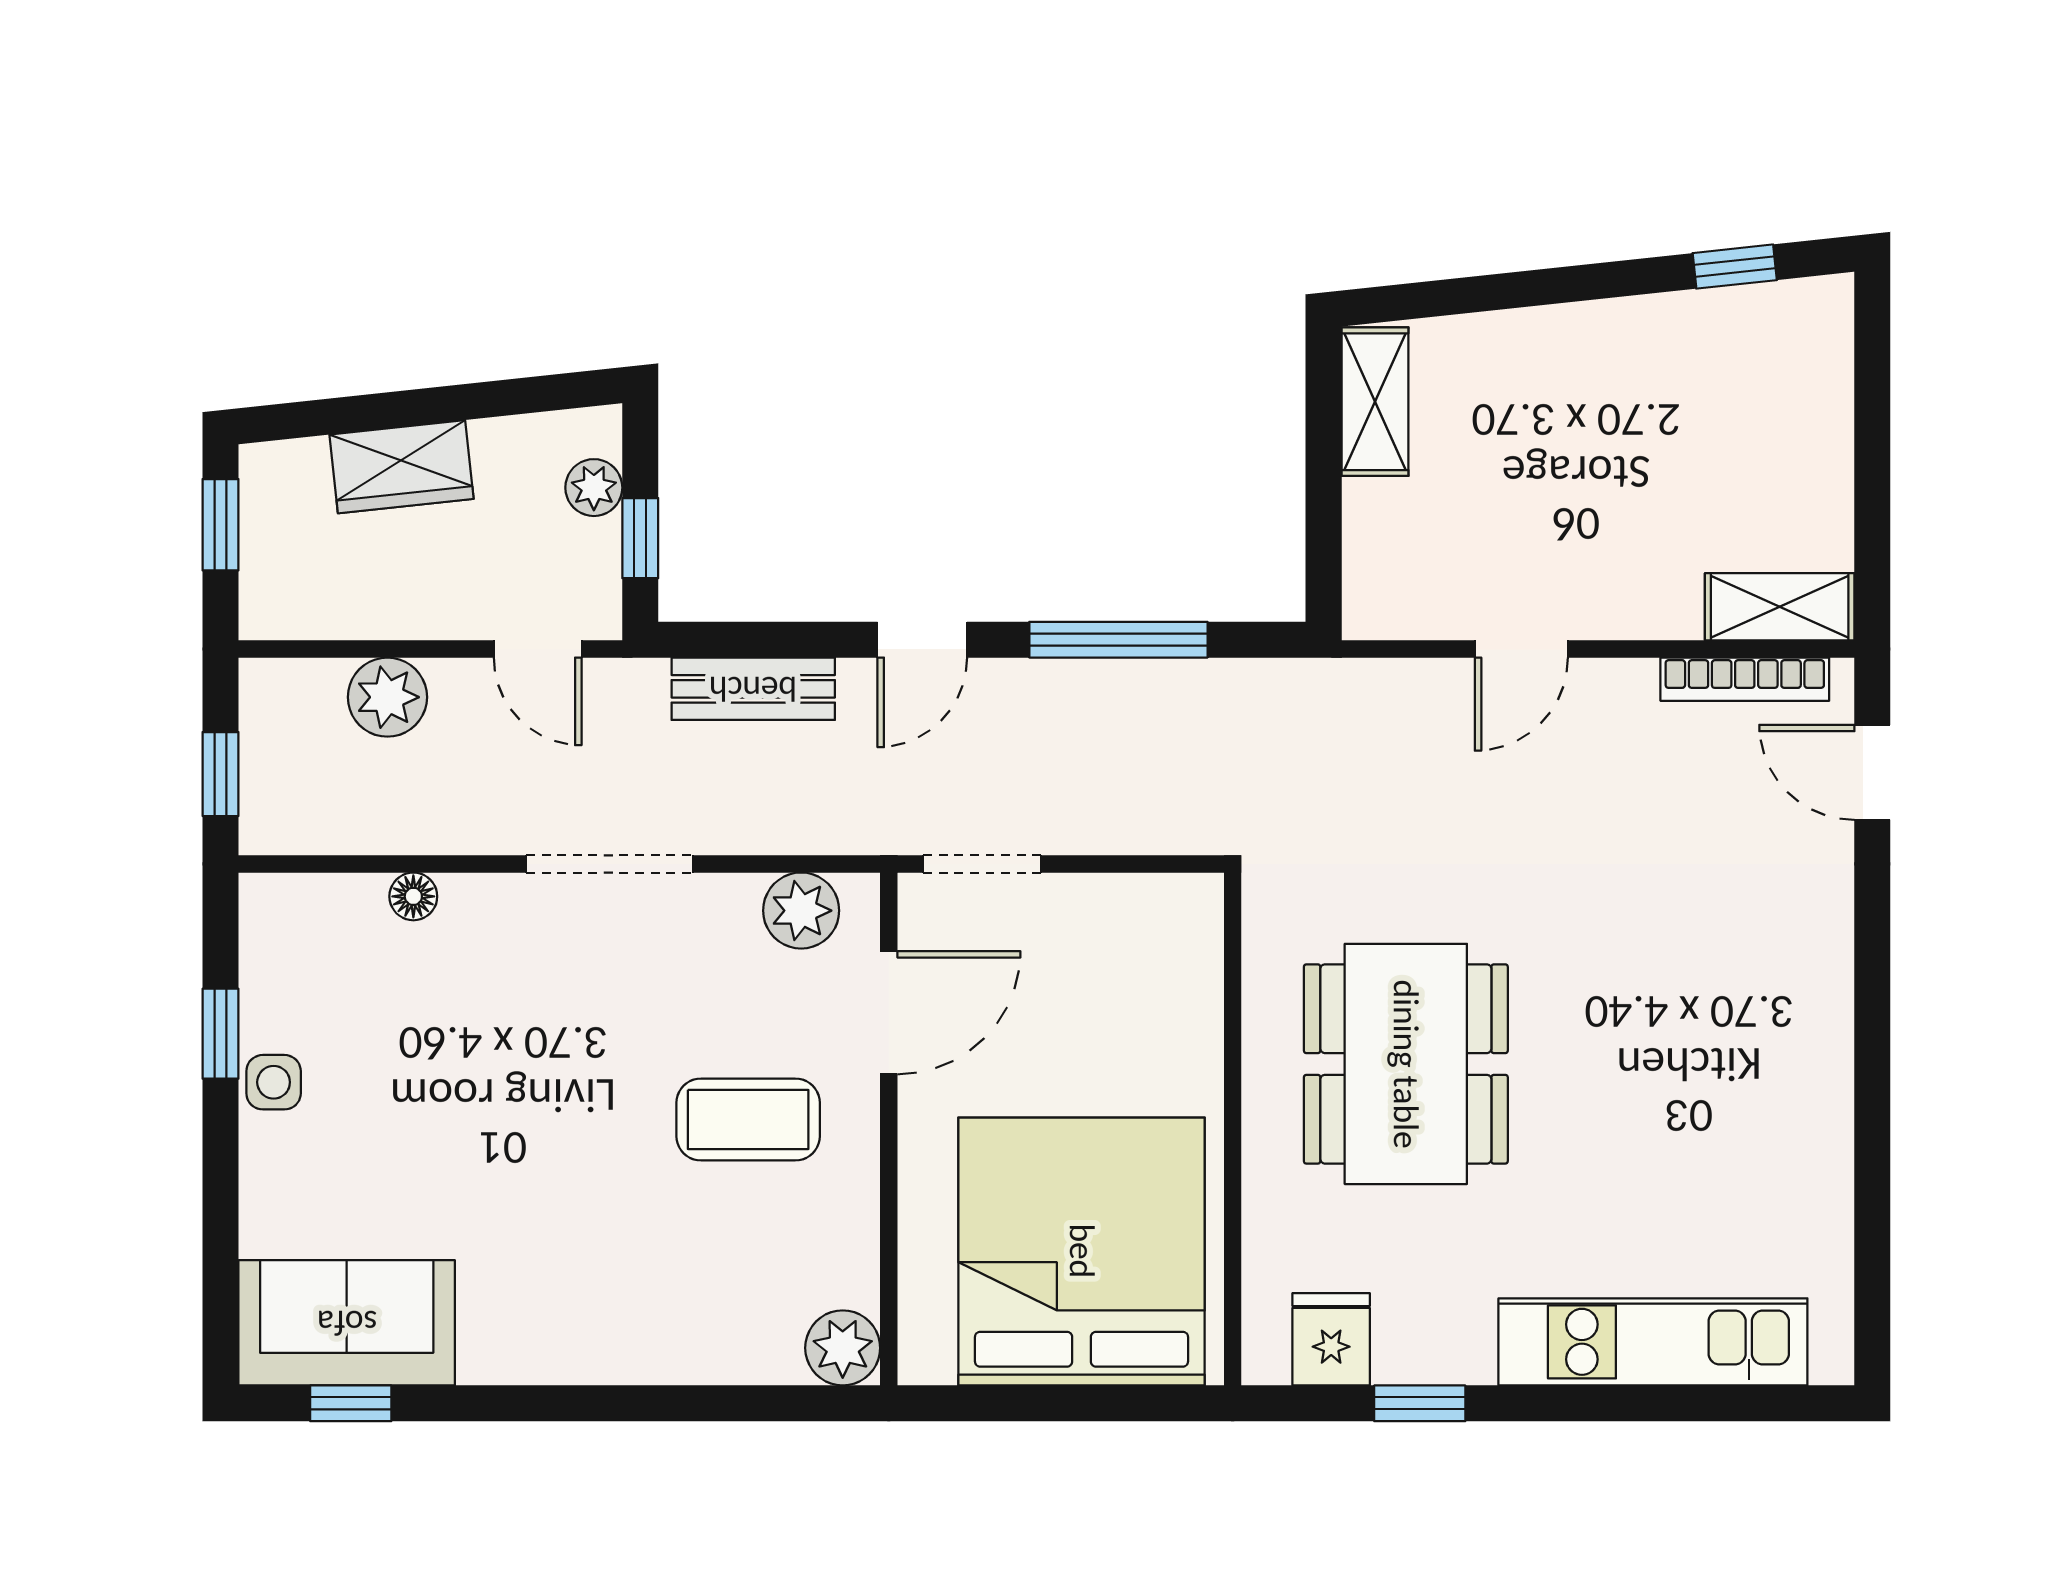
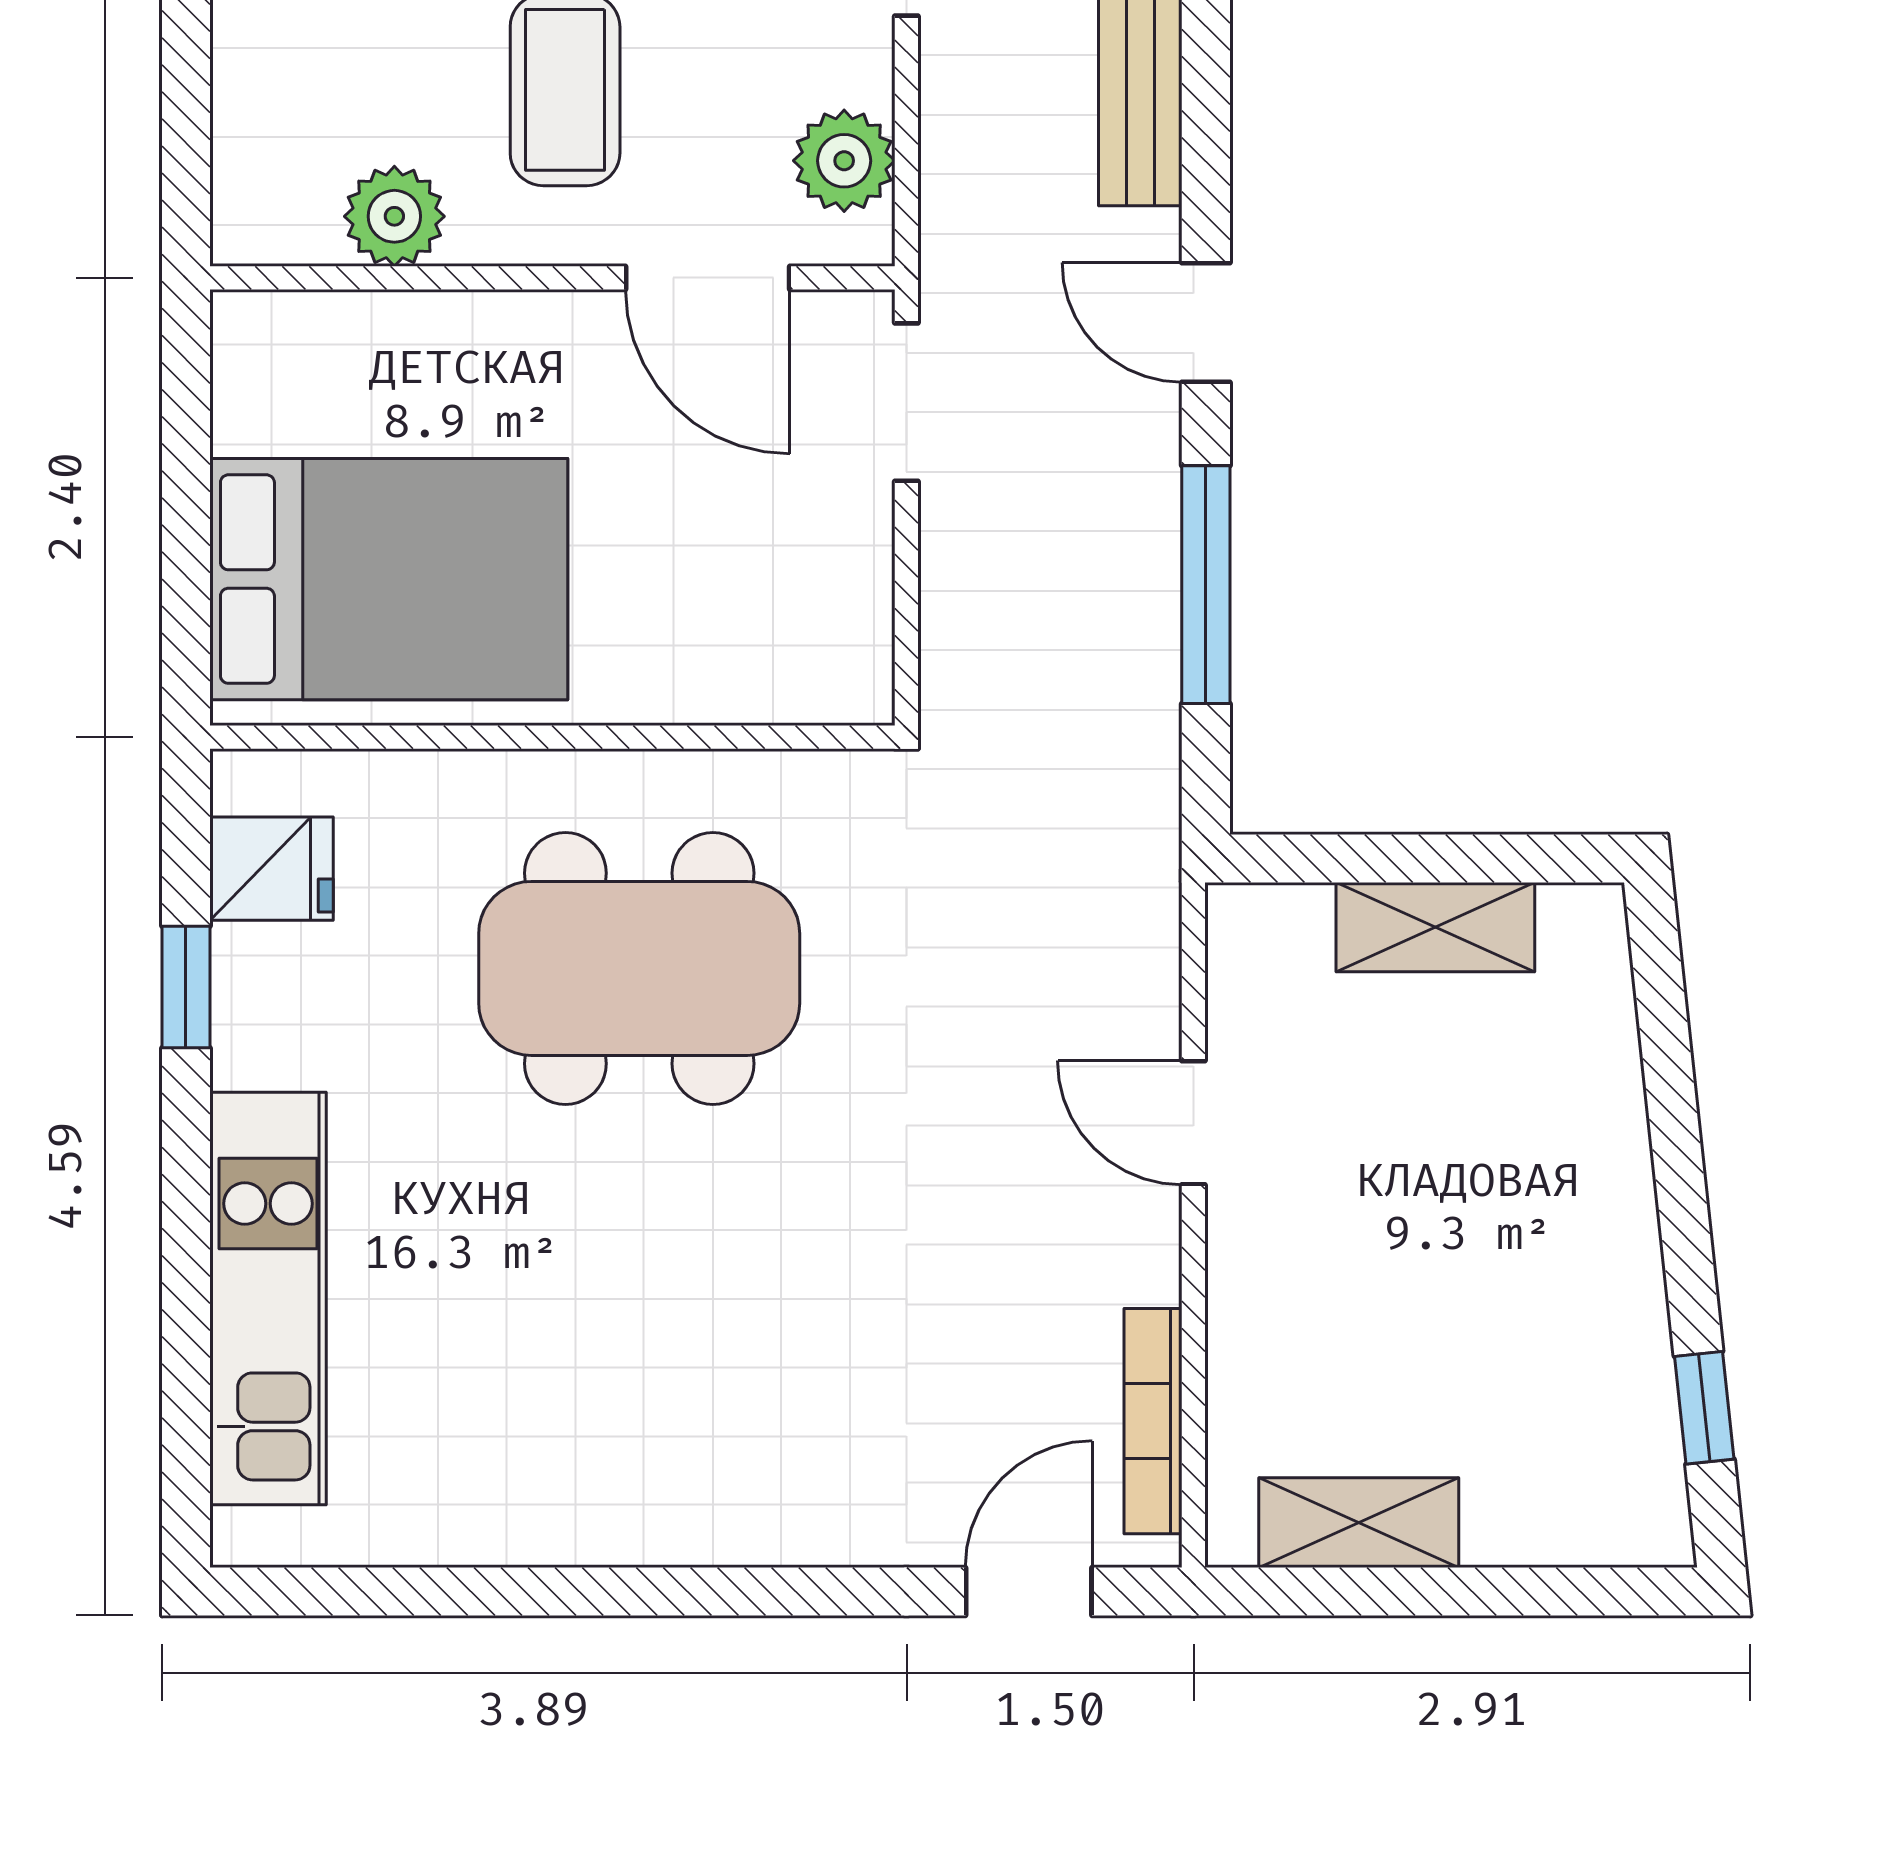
shelving: (1375, 402) -> (1435, 927), moved
shelving: (1780, 607) -> (1359, 1523), moved, turned 90
bed: (1082, 1251) -> (389, 579), width x0.73
plant: (843, 1348) -> (394, 216), moved

